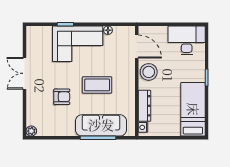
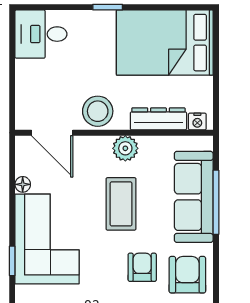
desk: (187, 40) -> (41, 34), width x0.73
door: (137, 47) -> (52, 133), swing flipped
plant: (128, 87) -> (125, 148), added
bed: (193, 109) -> (165, 43), width x1.50
armchair: (58, 122) -> (187, 275), added

